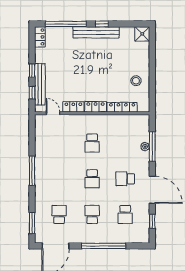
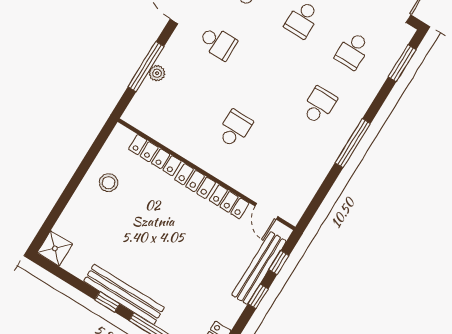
school desk: (92, 179) -> (319, 105), moved

